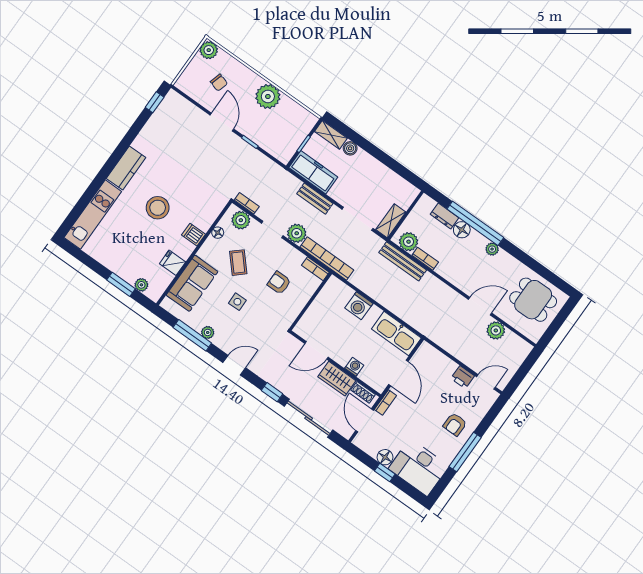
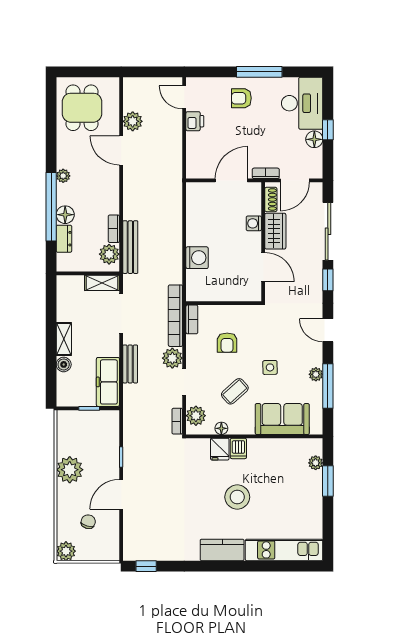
shelving: (331, 135) -> (64, 339), moved
fridge: (173, 263) -> (220, 449), moved
kitchen sink: (396, 333) -> (198, 207), removed
armchair: (455, 424) -> (241, 98), turned 180

